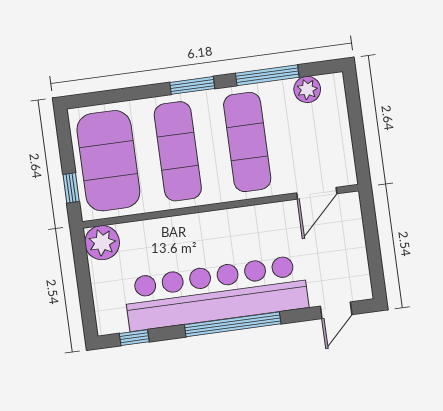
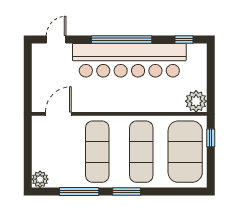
plant: (307, 89) -> (40, 179), moved

